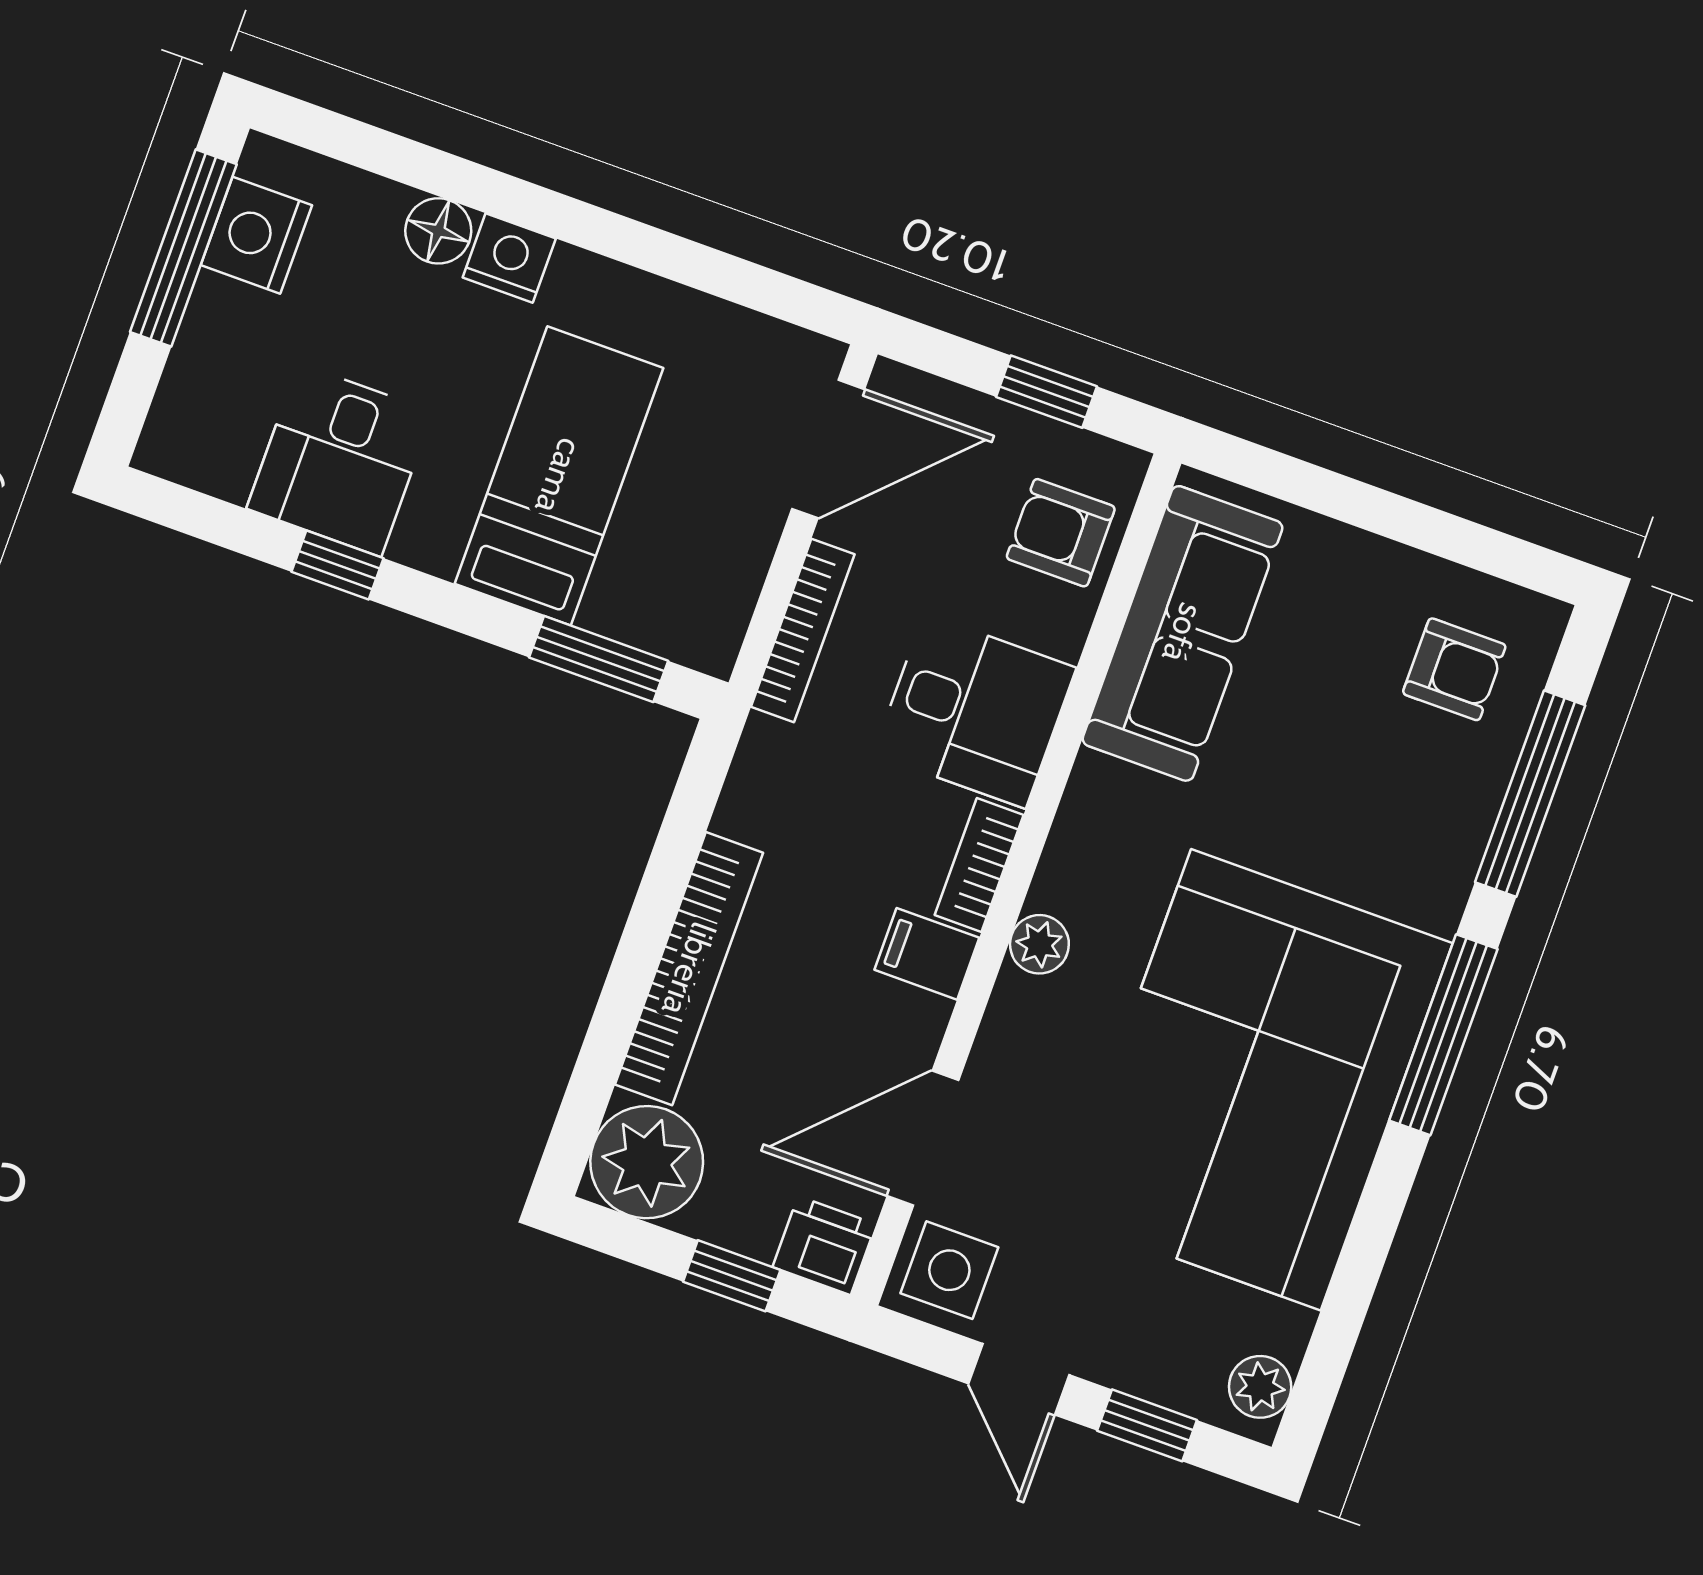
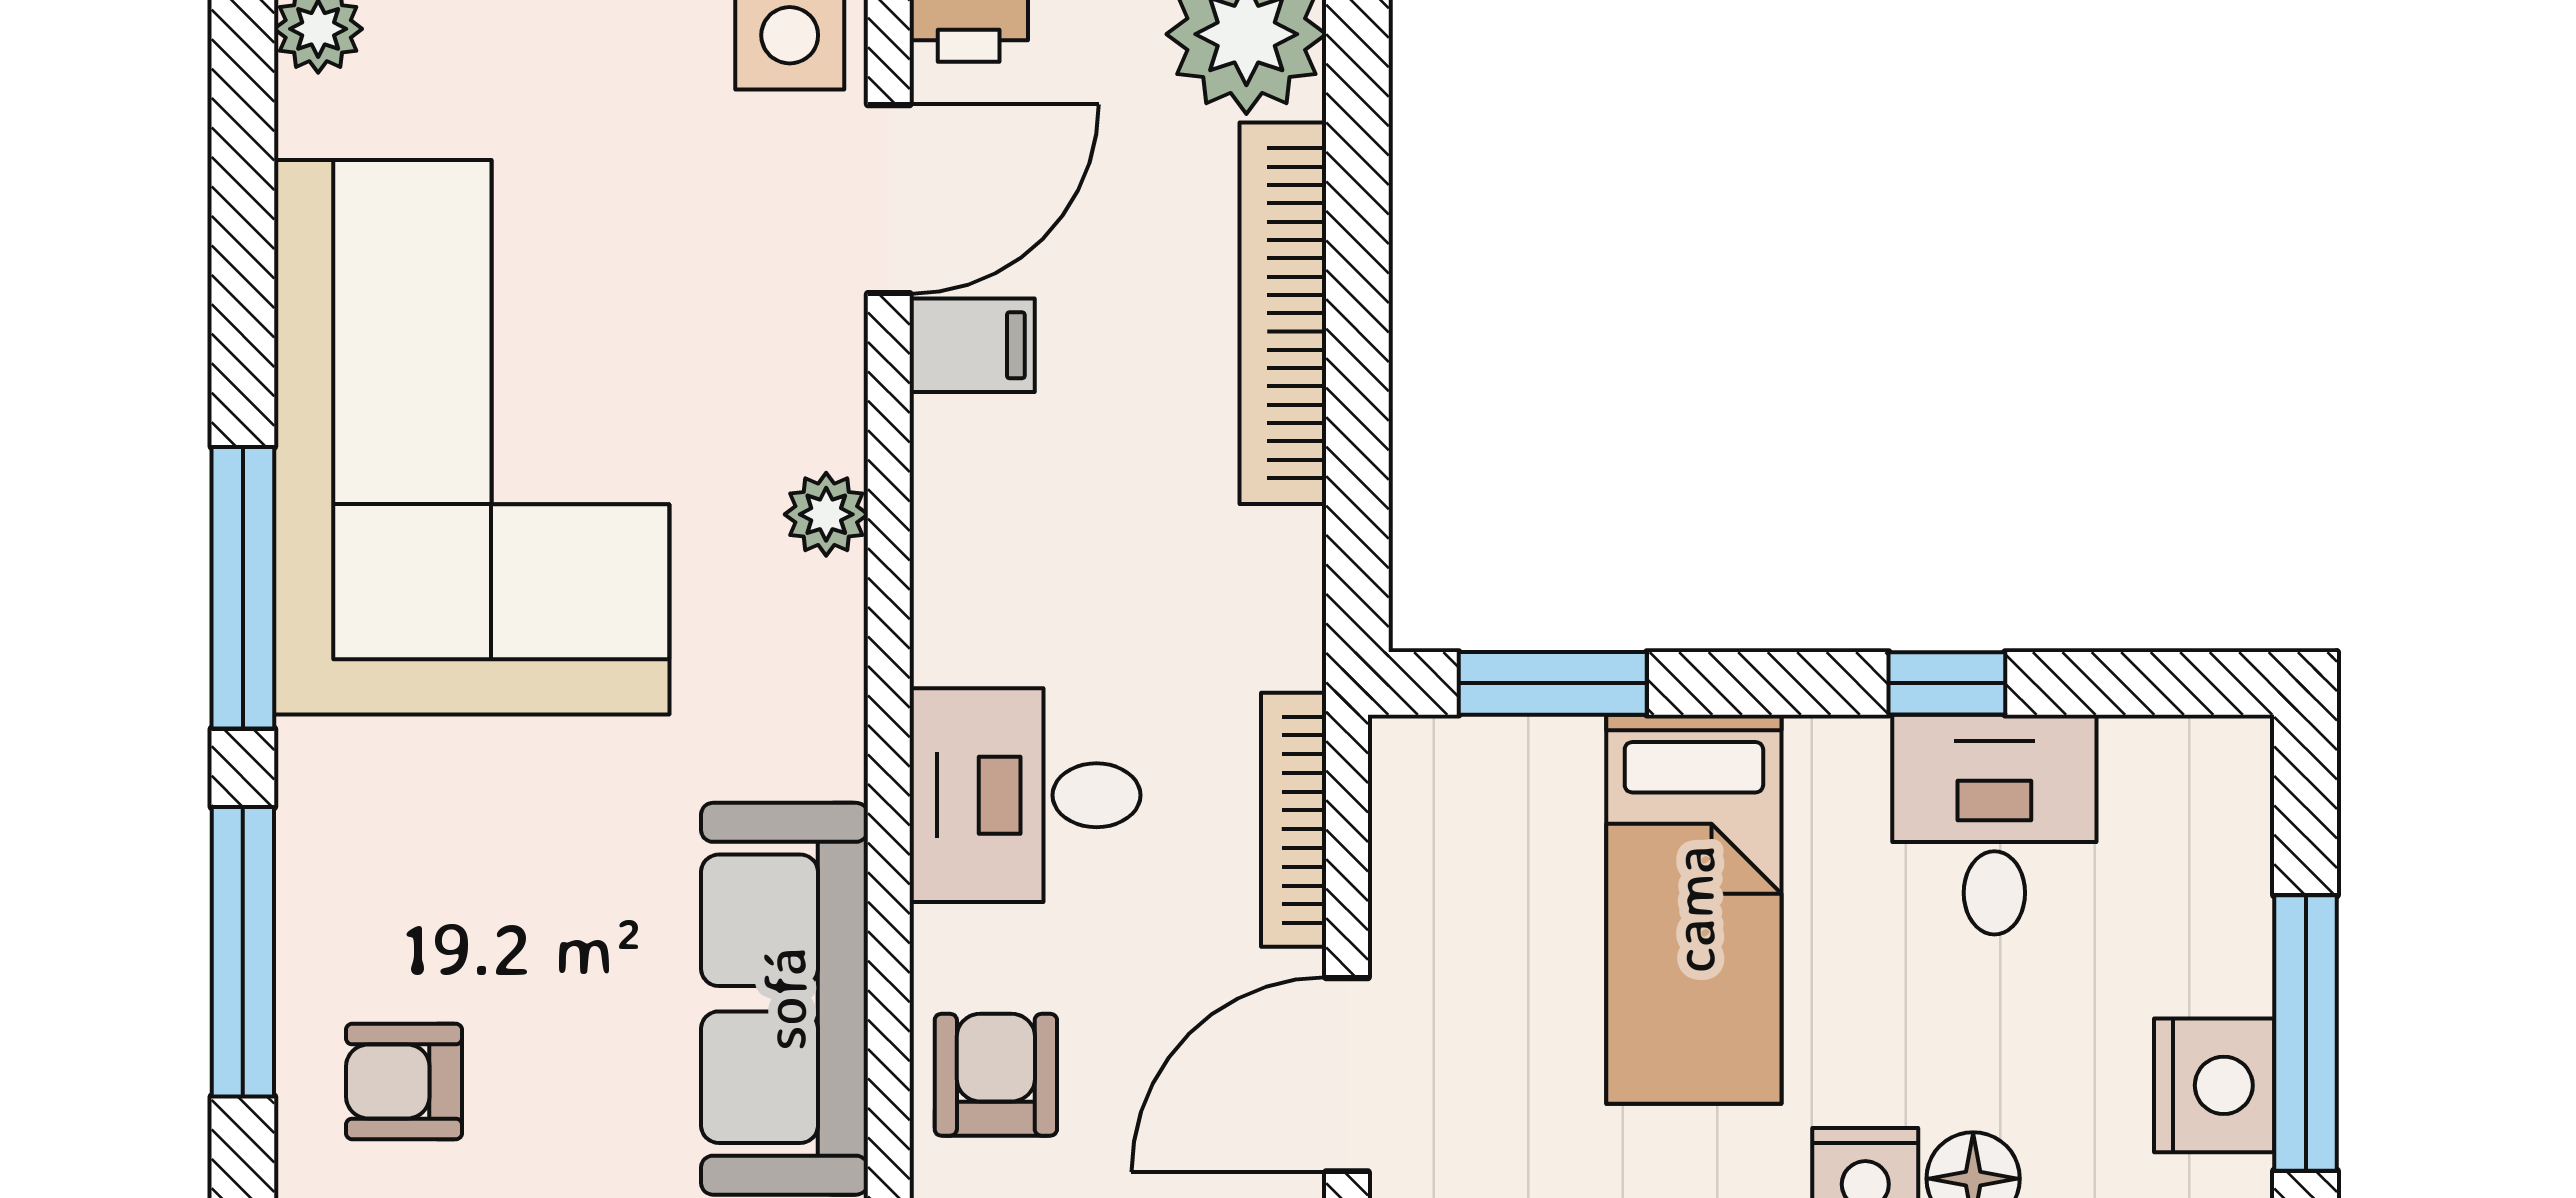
armchair: (1061, 533) -> (996, 1075), turned -90
bookcase: (979, 865) -> (945, 591), removed
filing cabinet: (927, 954) -> (972, 345), moved

